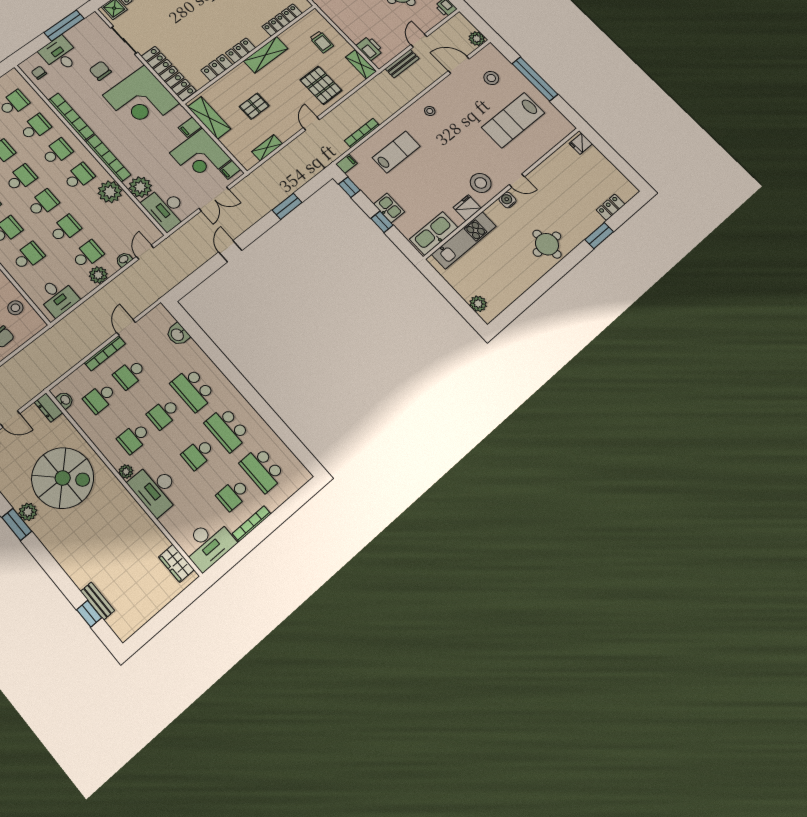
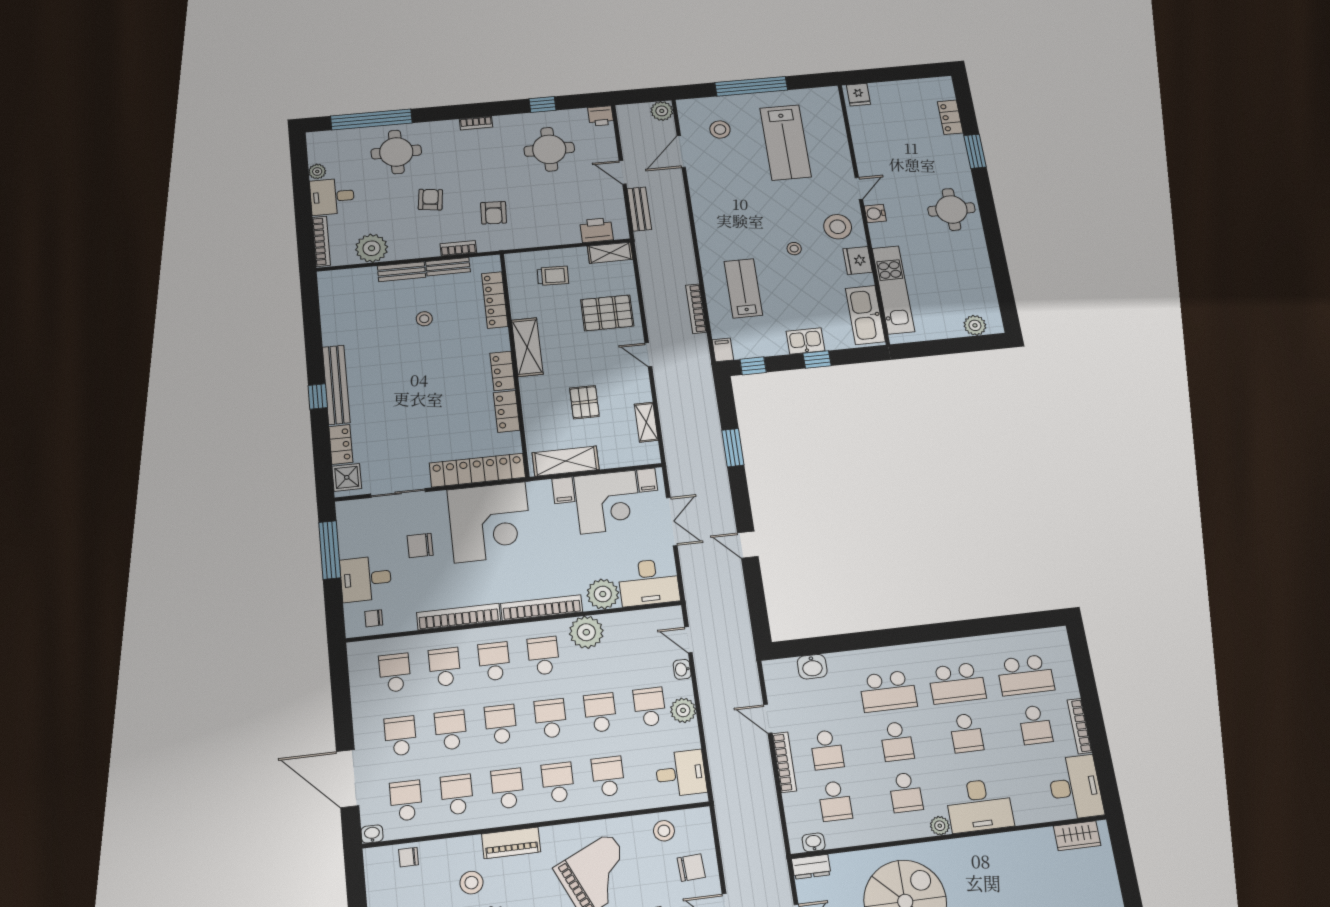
stool: (430, 111) -> (794, 249), moved

